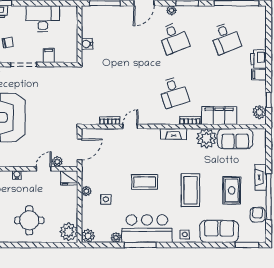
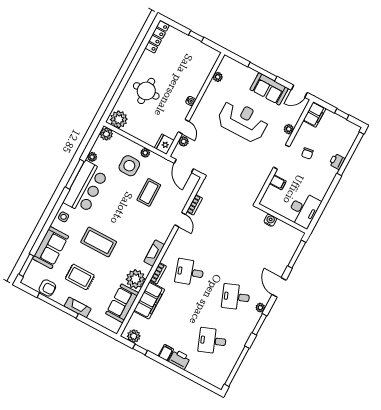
desk: (43, 19) -> (304, 210), moved
coffee table: (145, 182) -> (149, 192), moved
side table: (106, 199) -> (129, 166), width x1.87, depth x1.87

